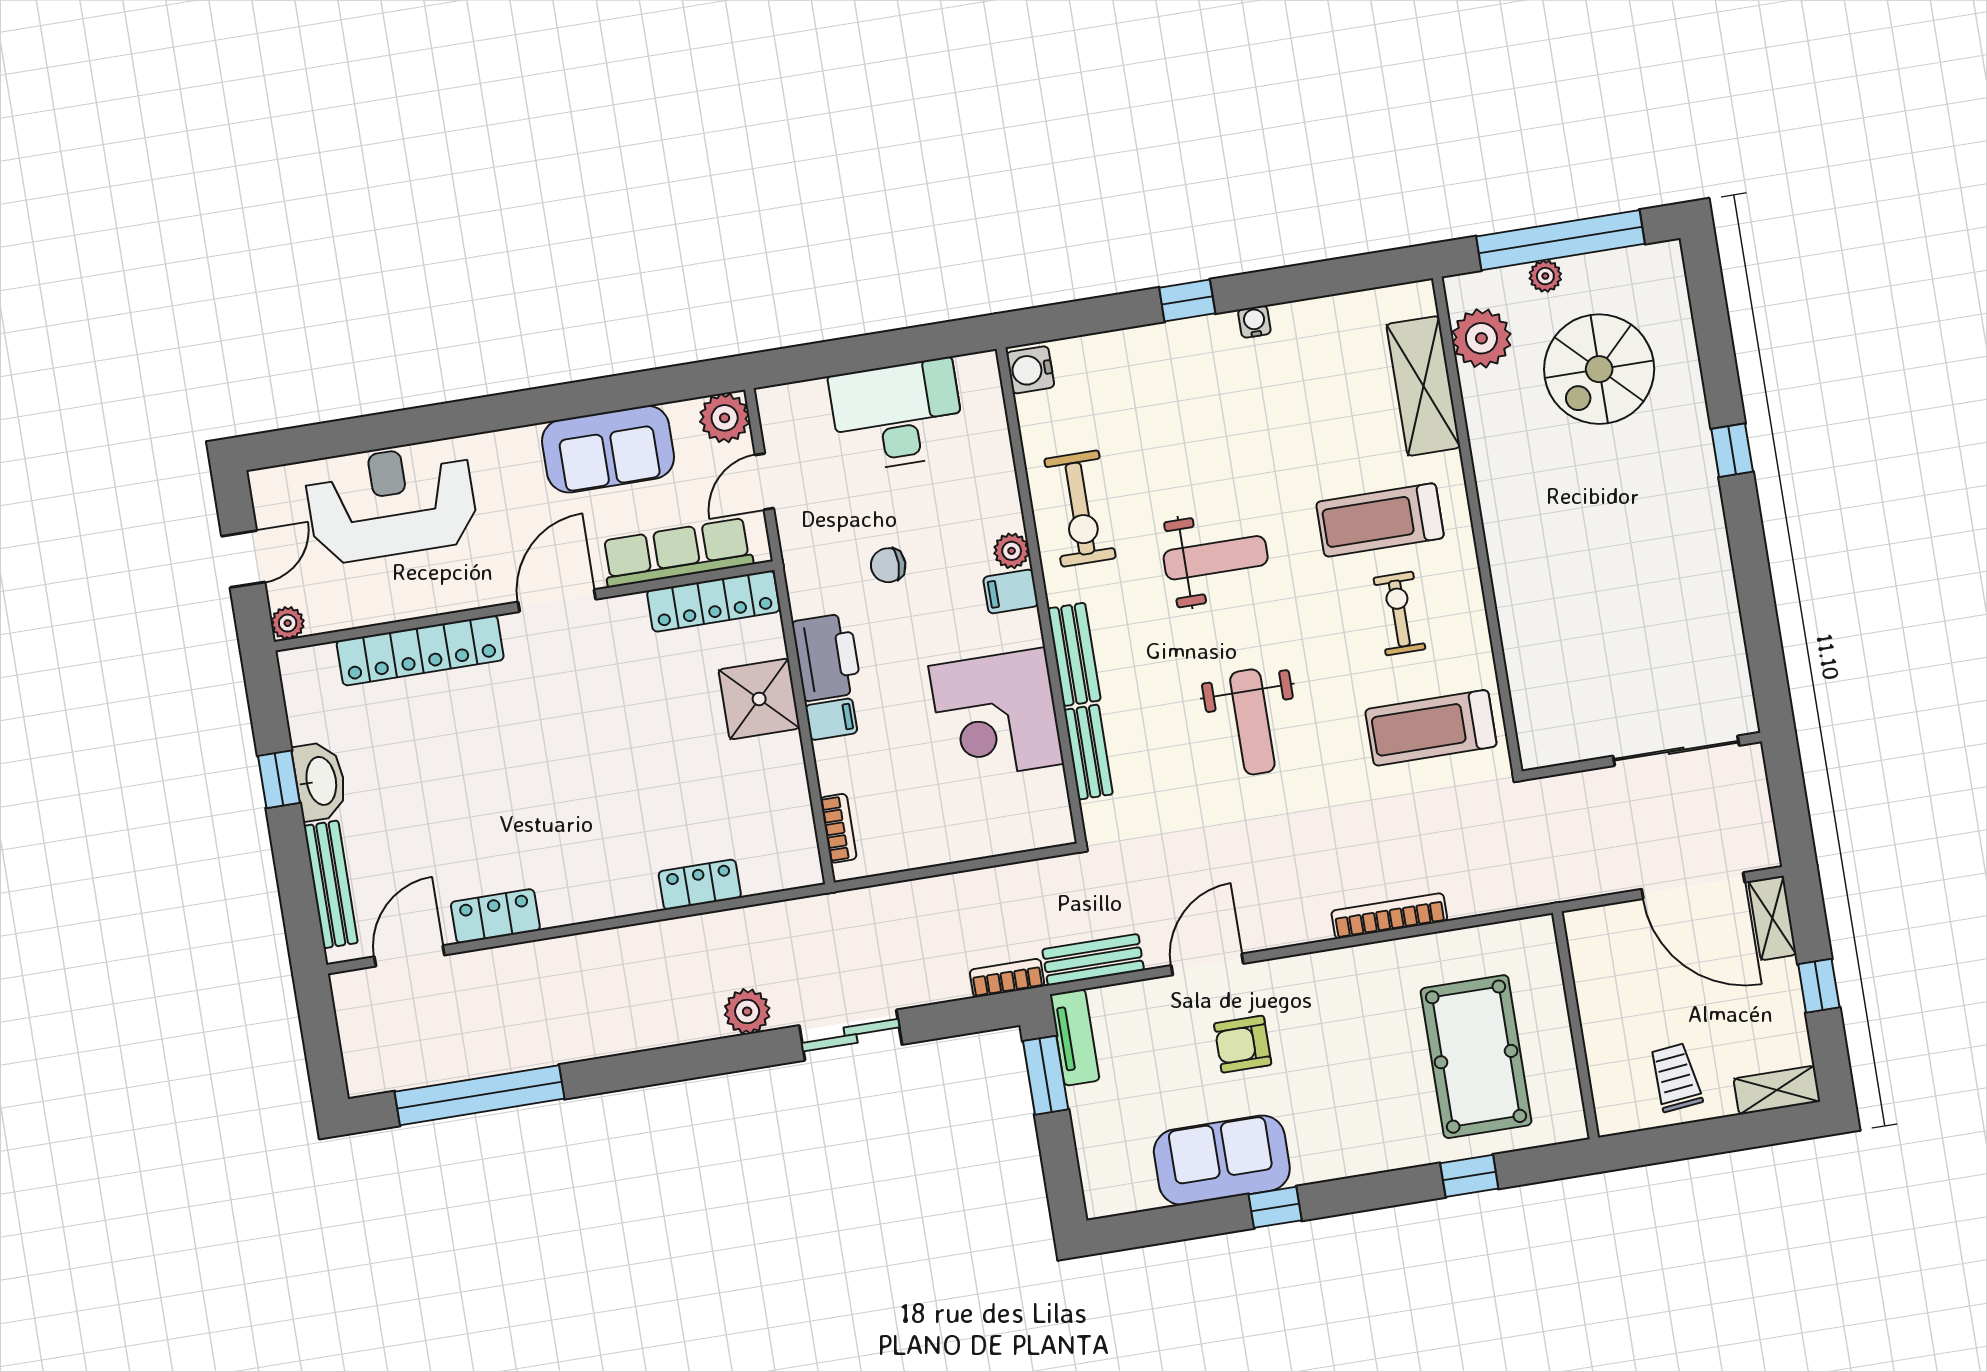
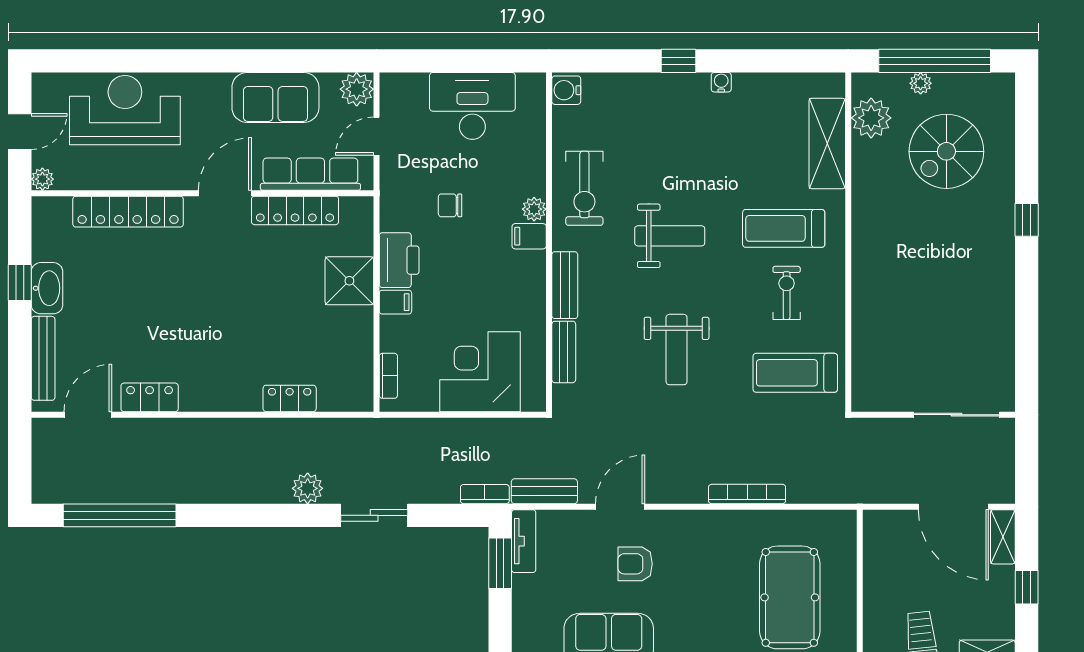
locker: (713, 601) -> (295, 210), moved
corner desk: (996, 715) -> (480, 372), moved, turned 90

